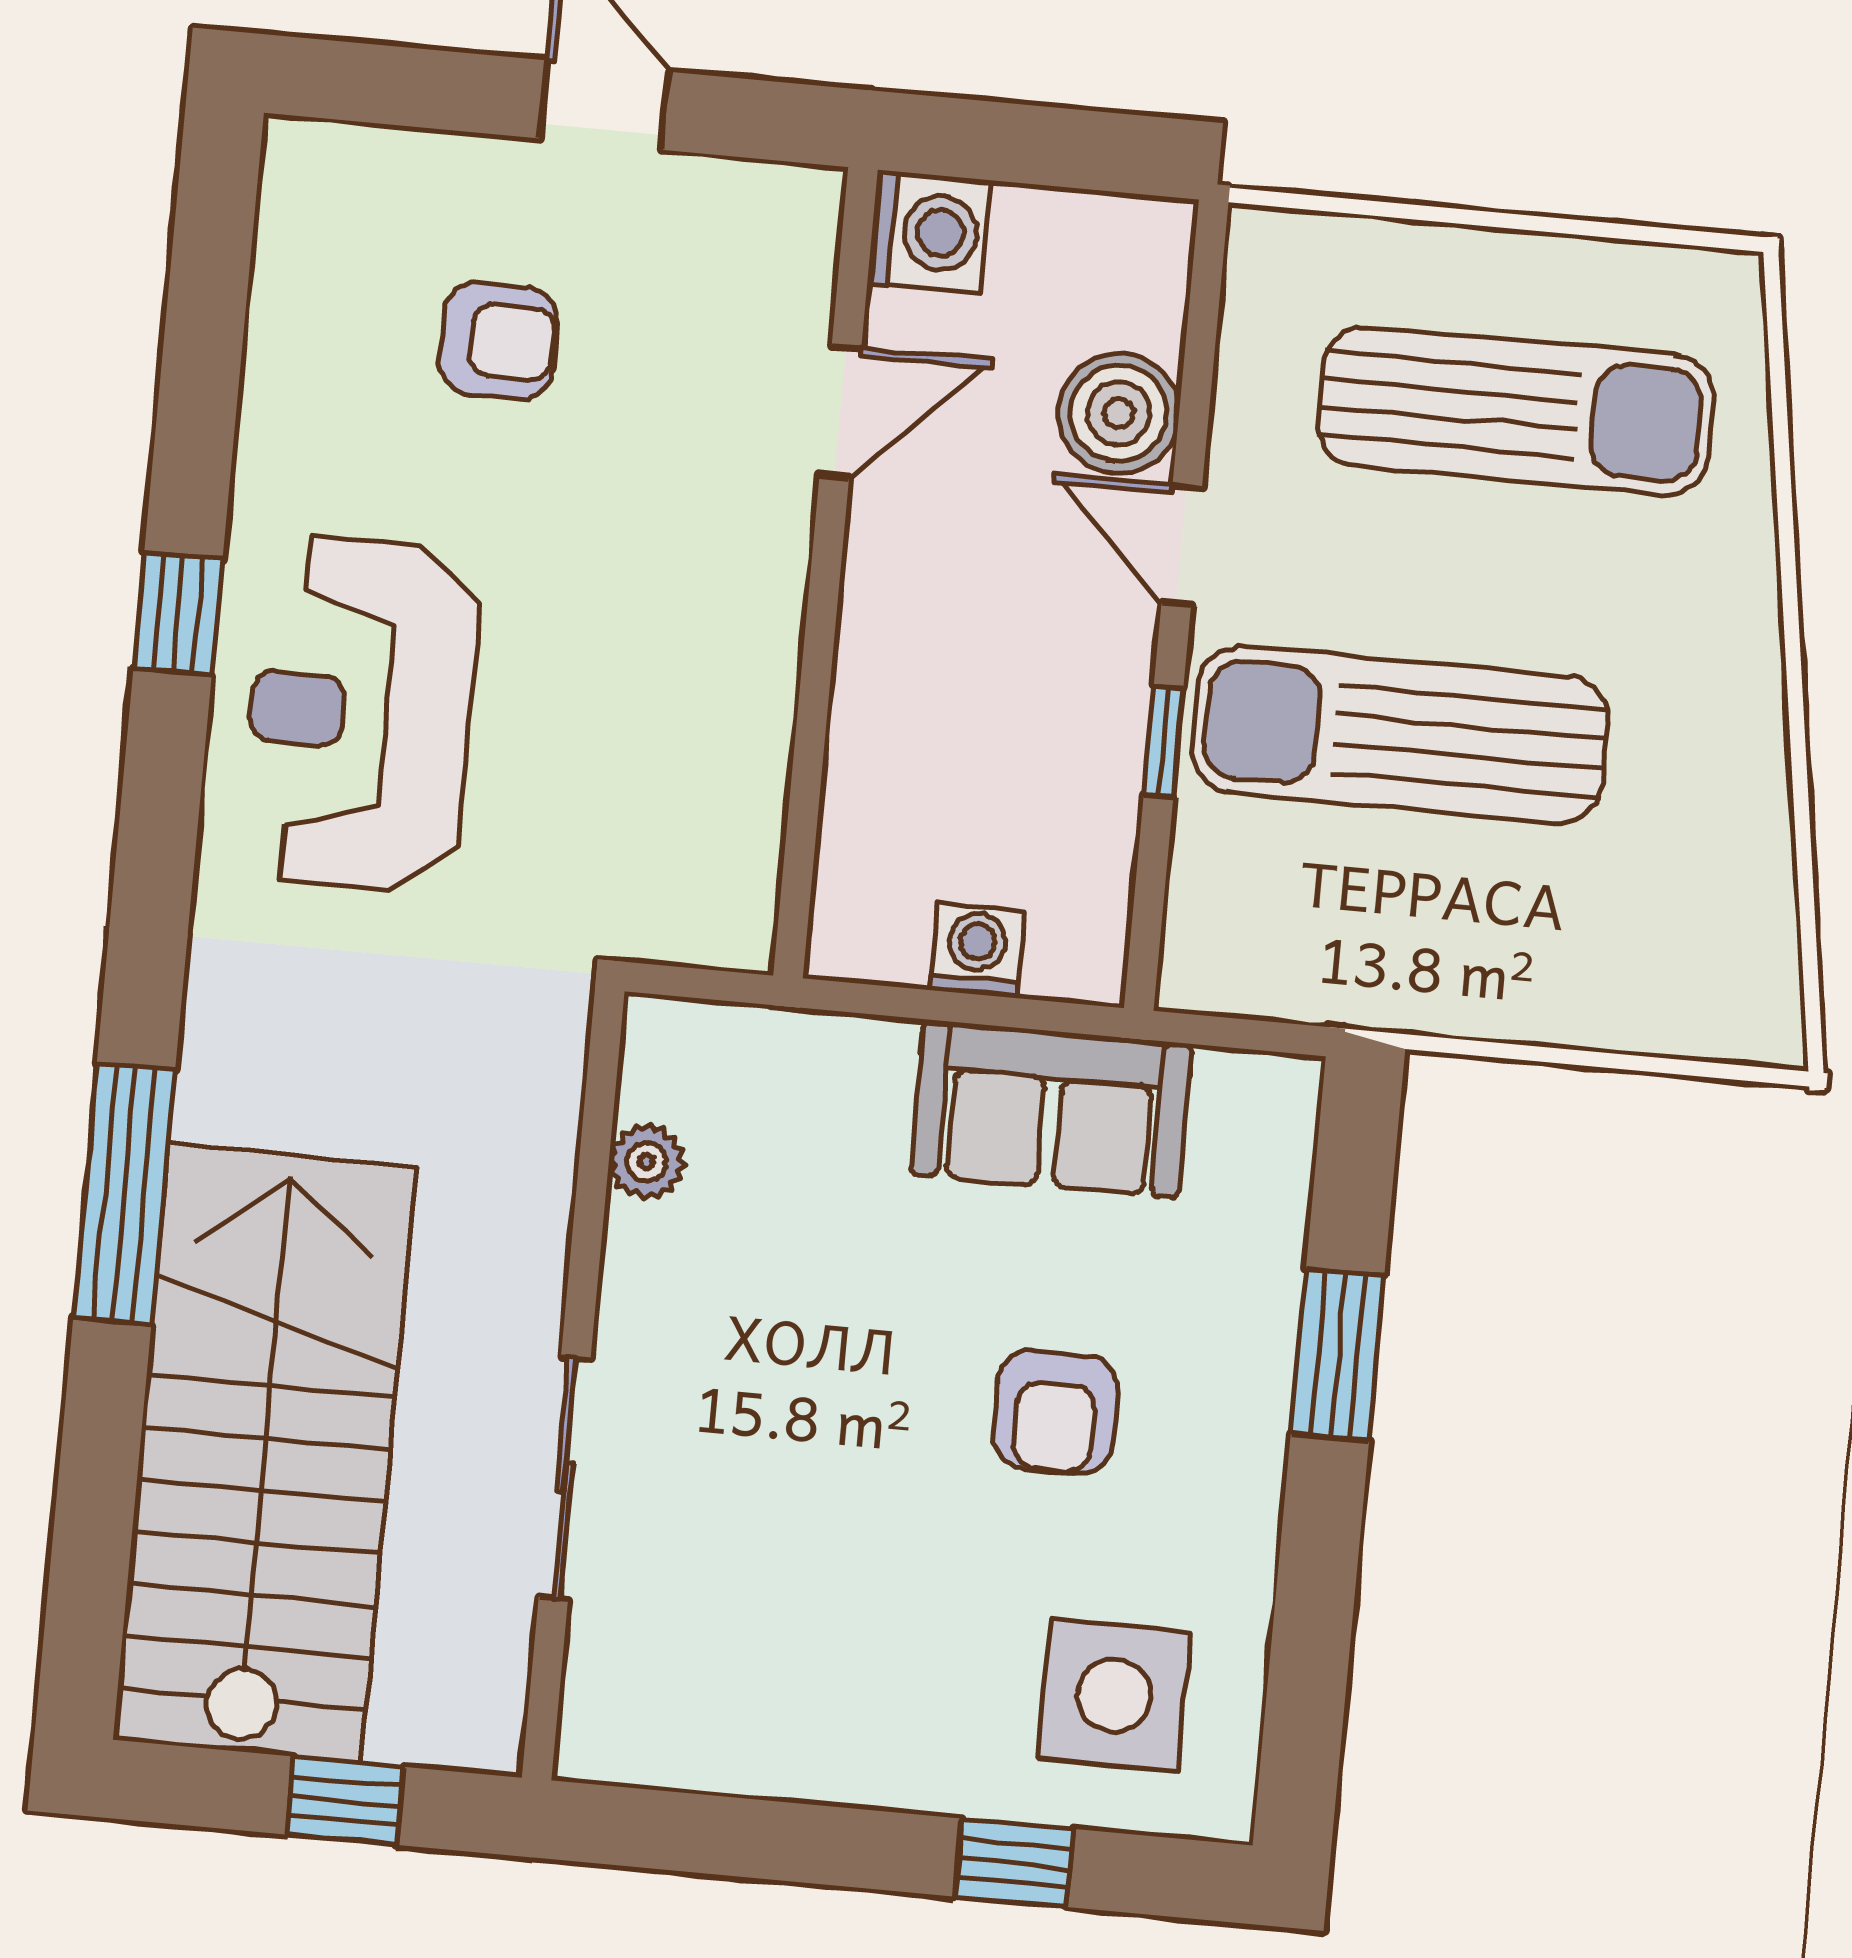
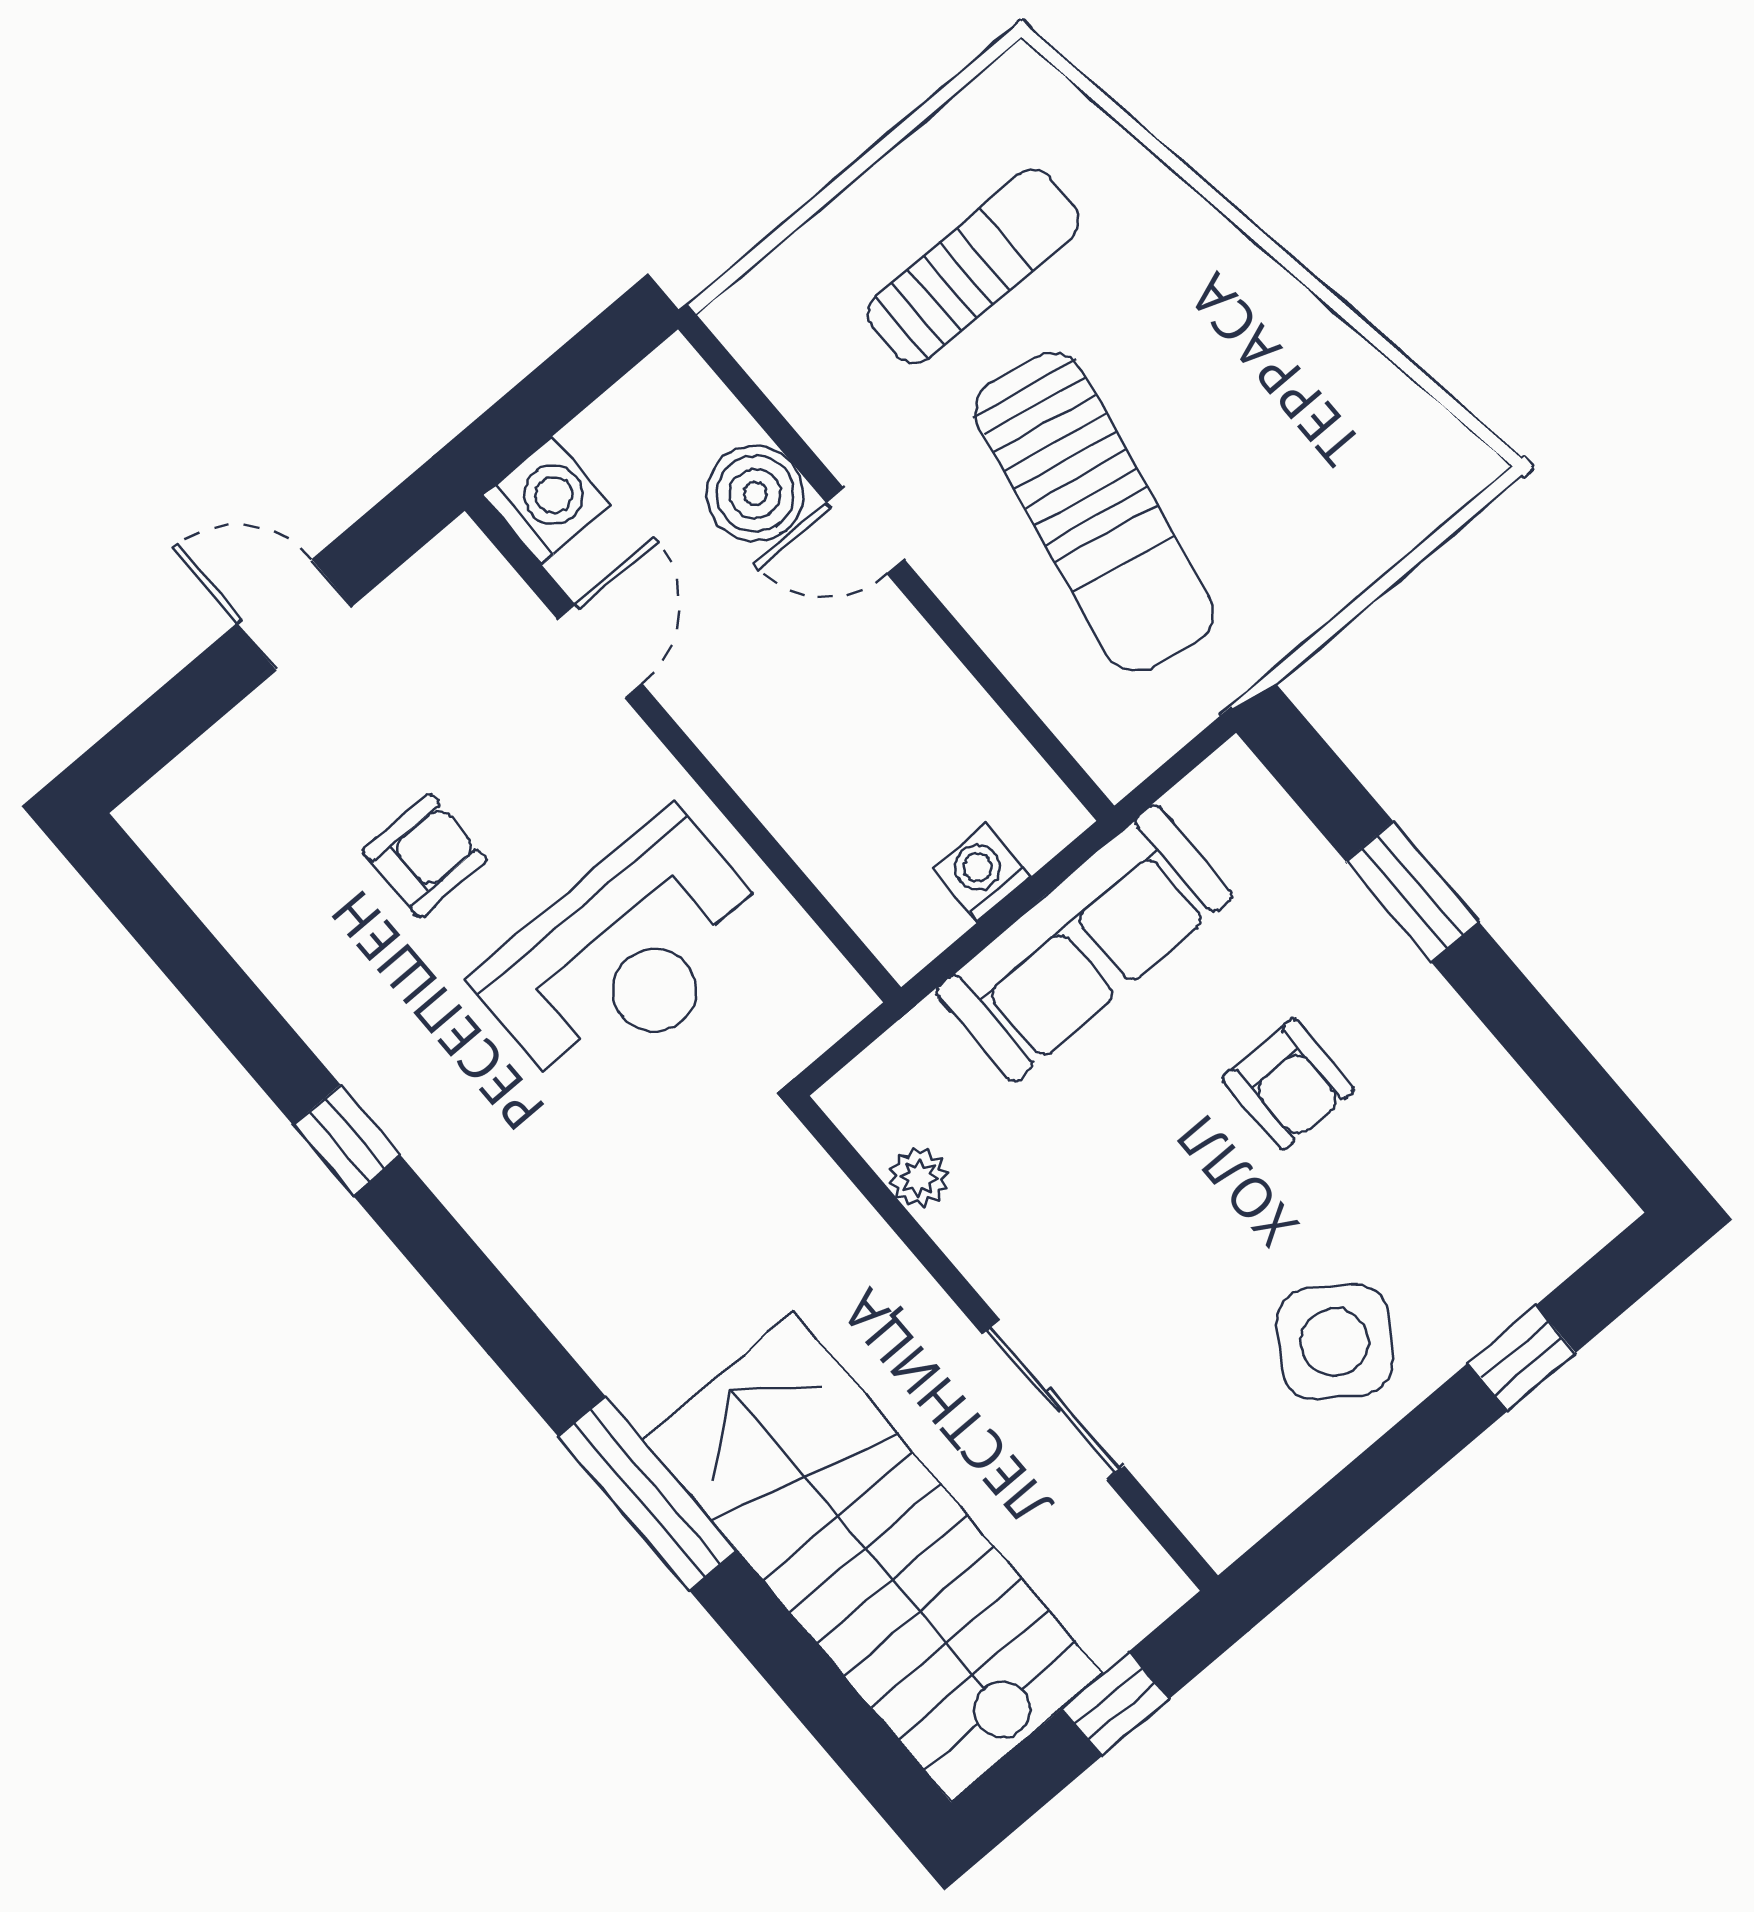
armchair: (498, 341) -> (425, 856), moved
sun lounger: (1515, 411) -> (974, 266), width x0.73, depth x0.75
reception desk: (361, 714) -> (625, 956), moved, turned -90
sun lounger: (1400, 735) -> (1094, 512), turned -79
window: (1163, 742) -> (967, 650), removed
sofa: (1051, 1109) -> (1084, 943), width x1.36
side table: (1114, 1695) -> (1335, 1342), moved, turned 35

